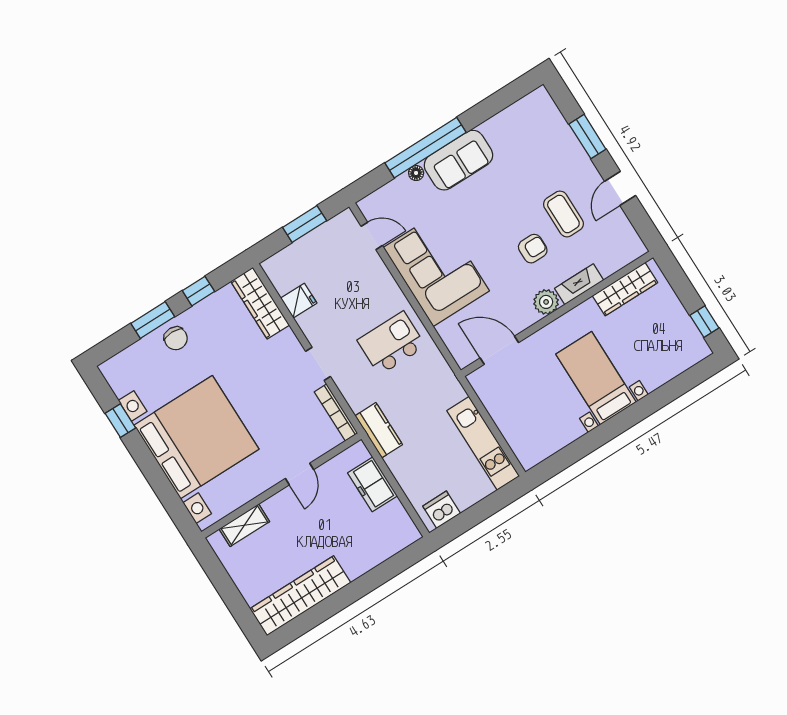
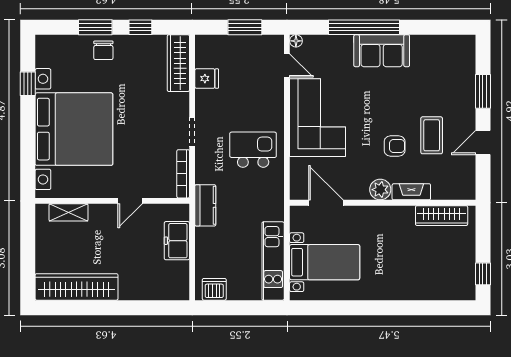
floor lamp: (416, 173) -> (296, 41), moved
bed with nightstands: (596, 378) -> (325, 262), moved, turned 90

